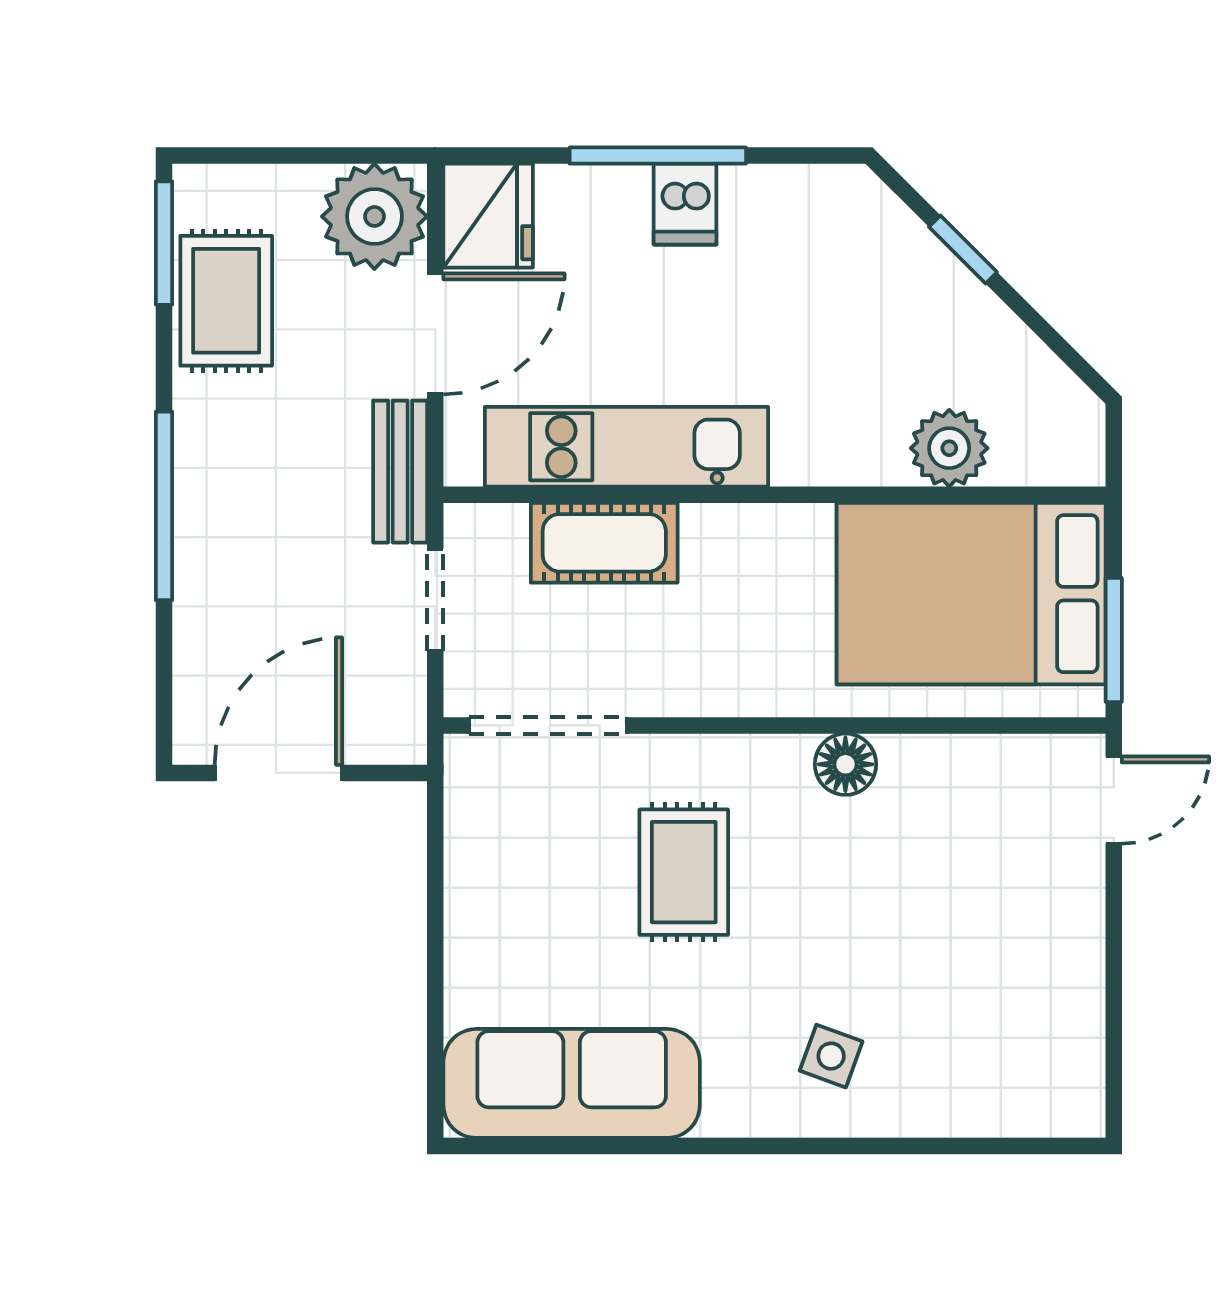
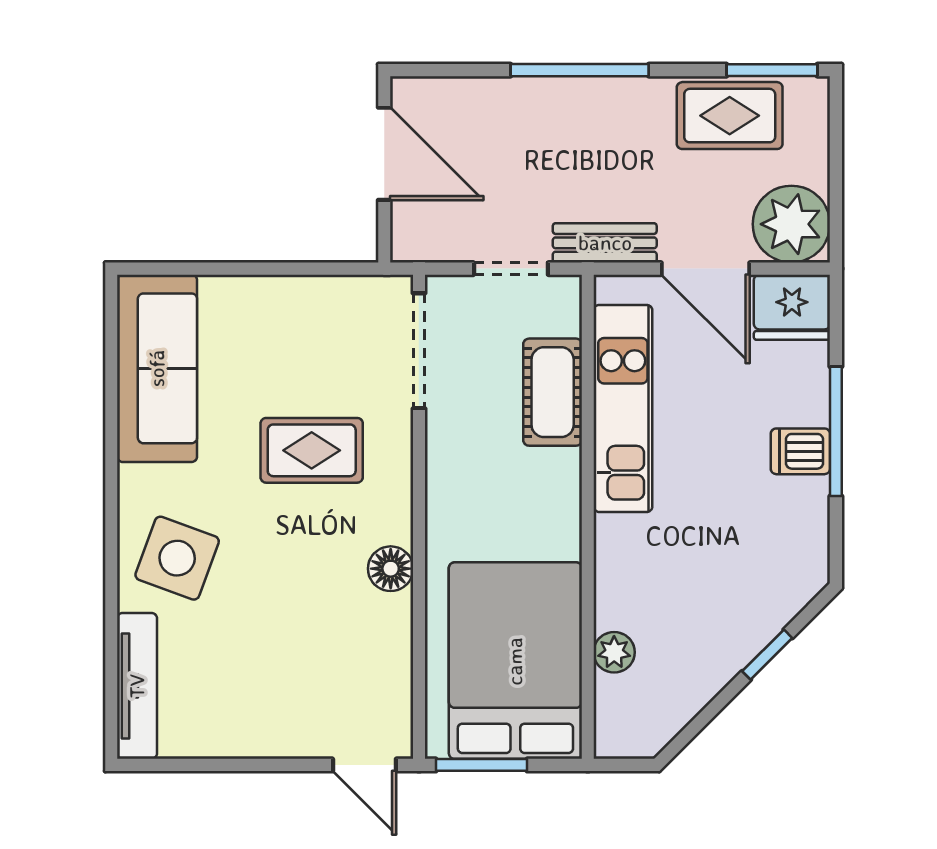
plant: (949, 448) -> (614, 652), width x0.73, depth x0.73
side table: (831, 1056) -> (177, 558), width x1.87, depth x1.87
tv unit: (1006, 1111) -> (137, 686), added

